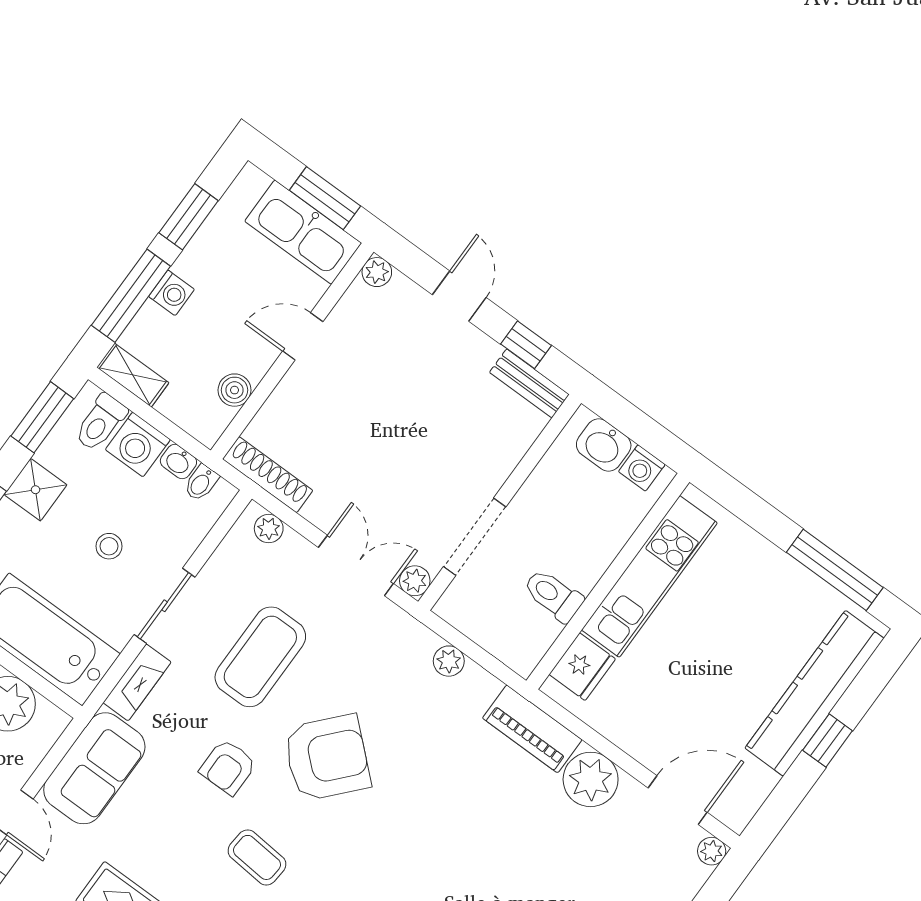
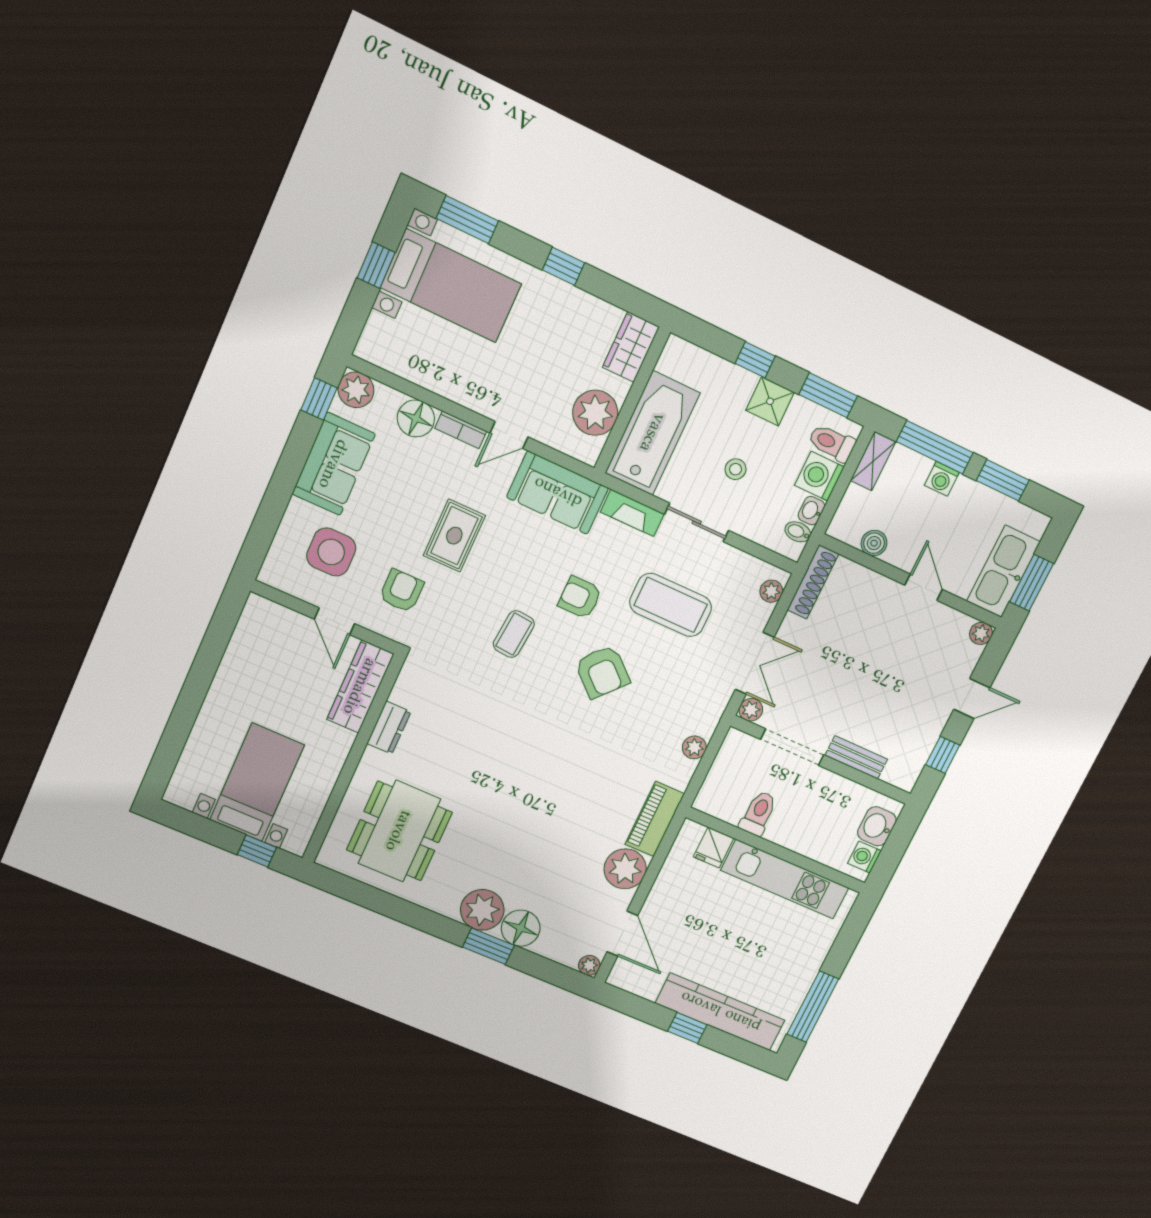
bench: (529, 383) -> (856, 757), moved, turned 90
fridge: (582, 667) -> (714, 847), width x0.72
armchair: (327, 758) -> (602, 672), width x0.73, depth x0.73

